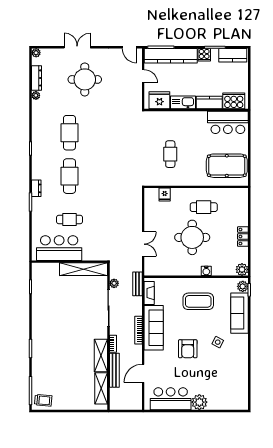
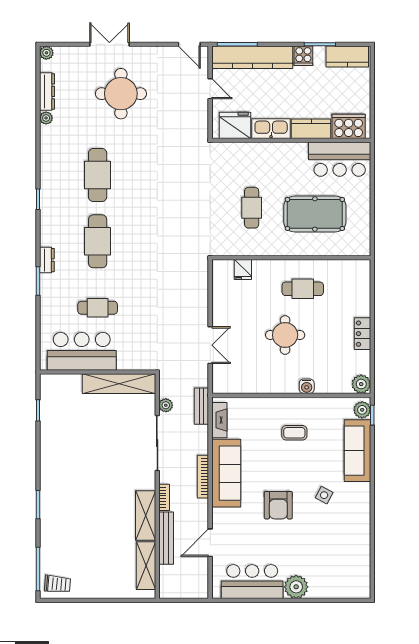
pool table: (227, 166) -> (315, 214), moved
round table: (192, 237) -> (285, 335), width x0.73, depth x0.73
coffee table: (198, 301) -> (294, 433), width x0.54, depth x0.58

